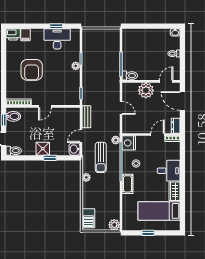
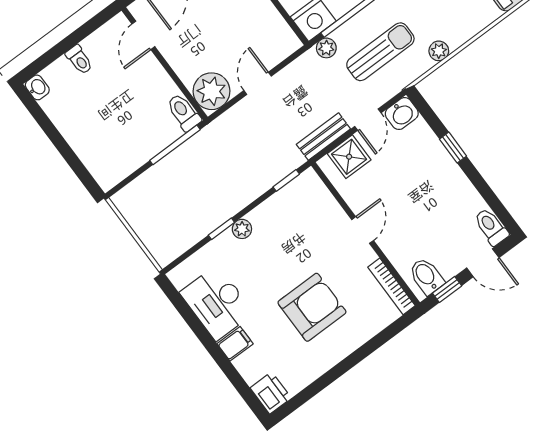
window: (56, 26) -> (194, 323), removed
filing cabinet: (25, 35) -> (235, 344), moved
door: (166, 81) -> (143, 35), hinge flipped
plant: (146, 90) -> (211, 91), moved
door: (45, 106) -> (363, 230), hinge flipped
door: (81, 136) -> (368, 120), hinge flipped
shower: (43, 149) -> (349, 157), moved

